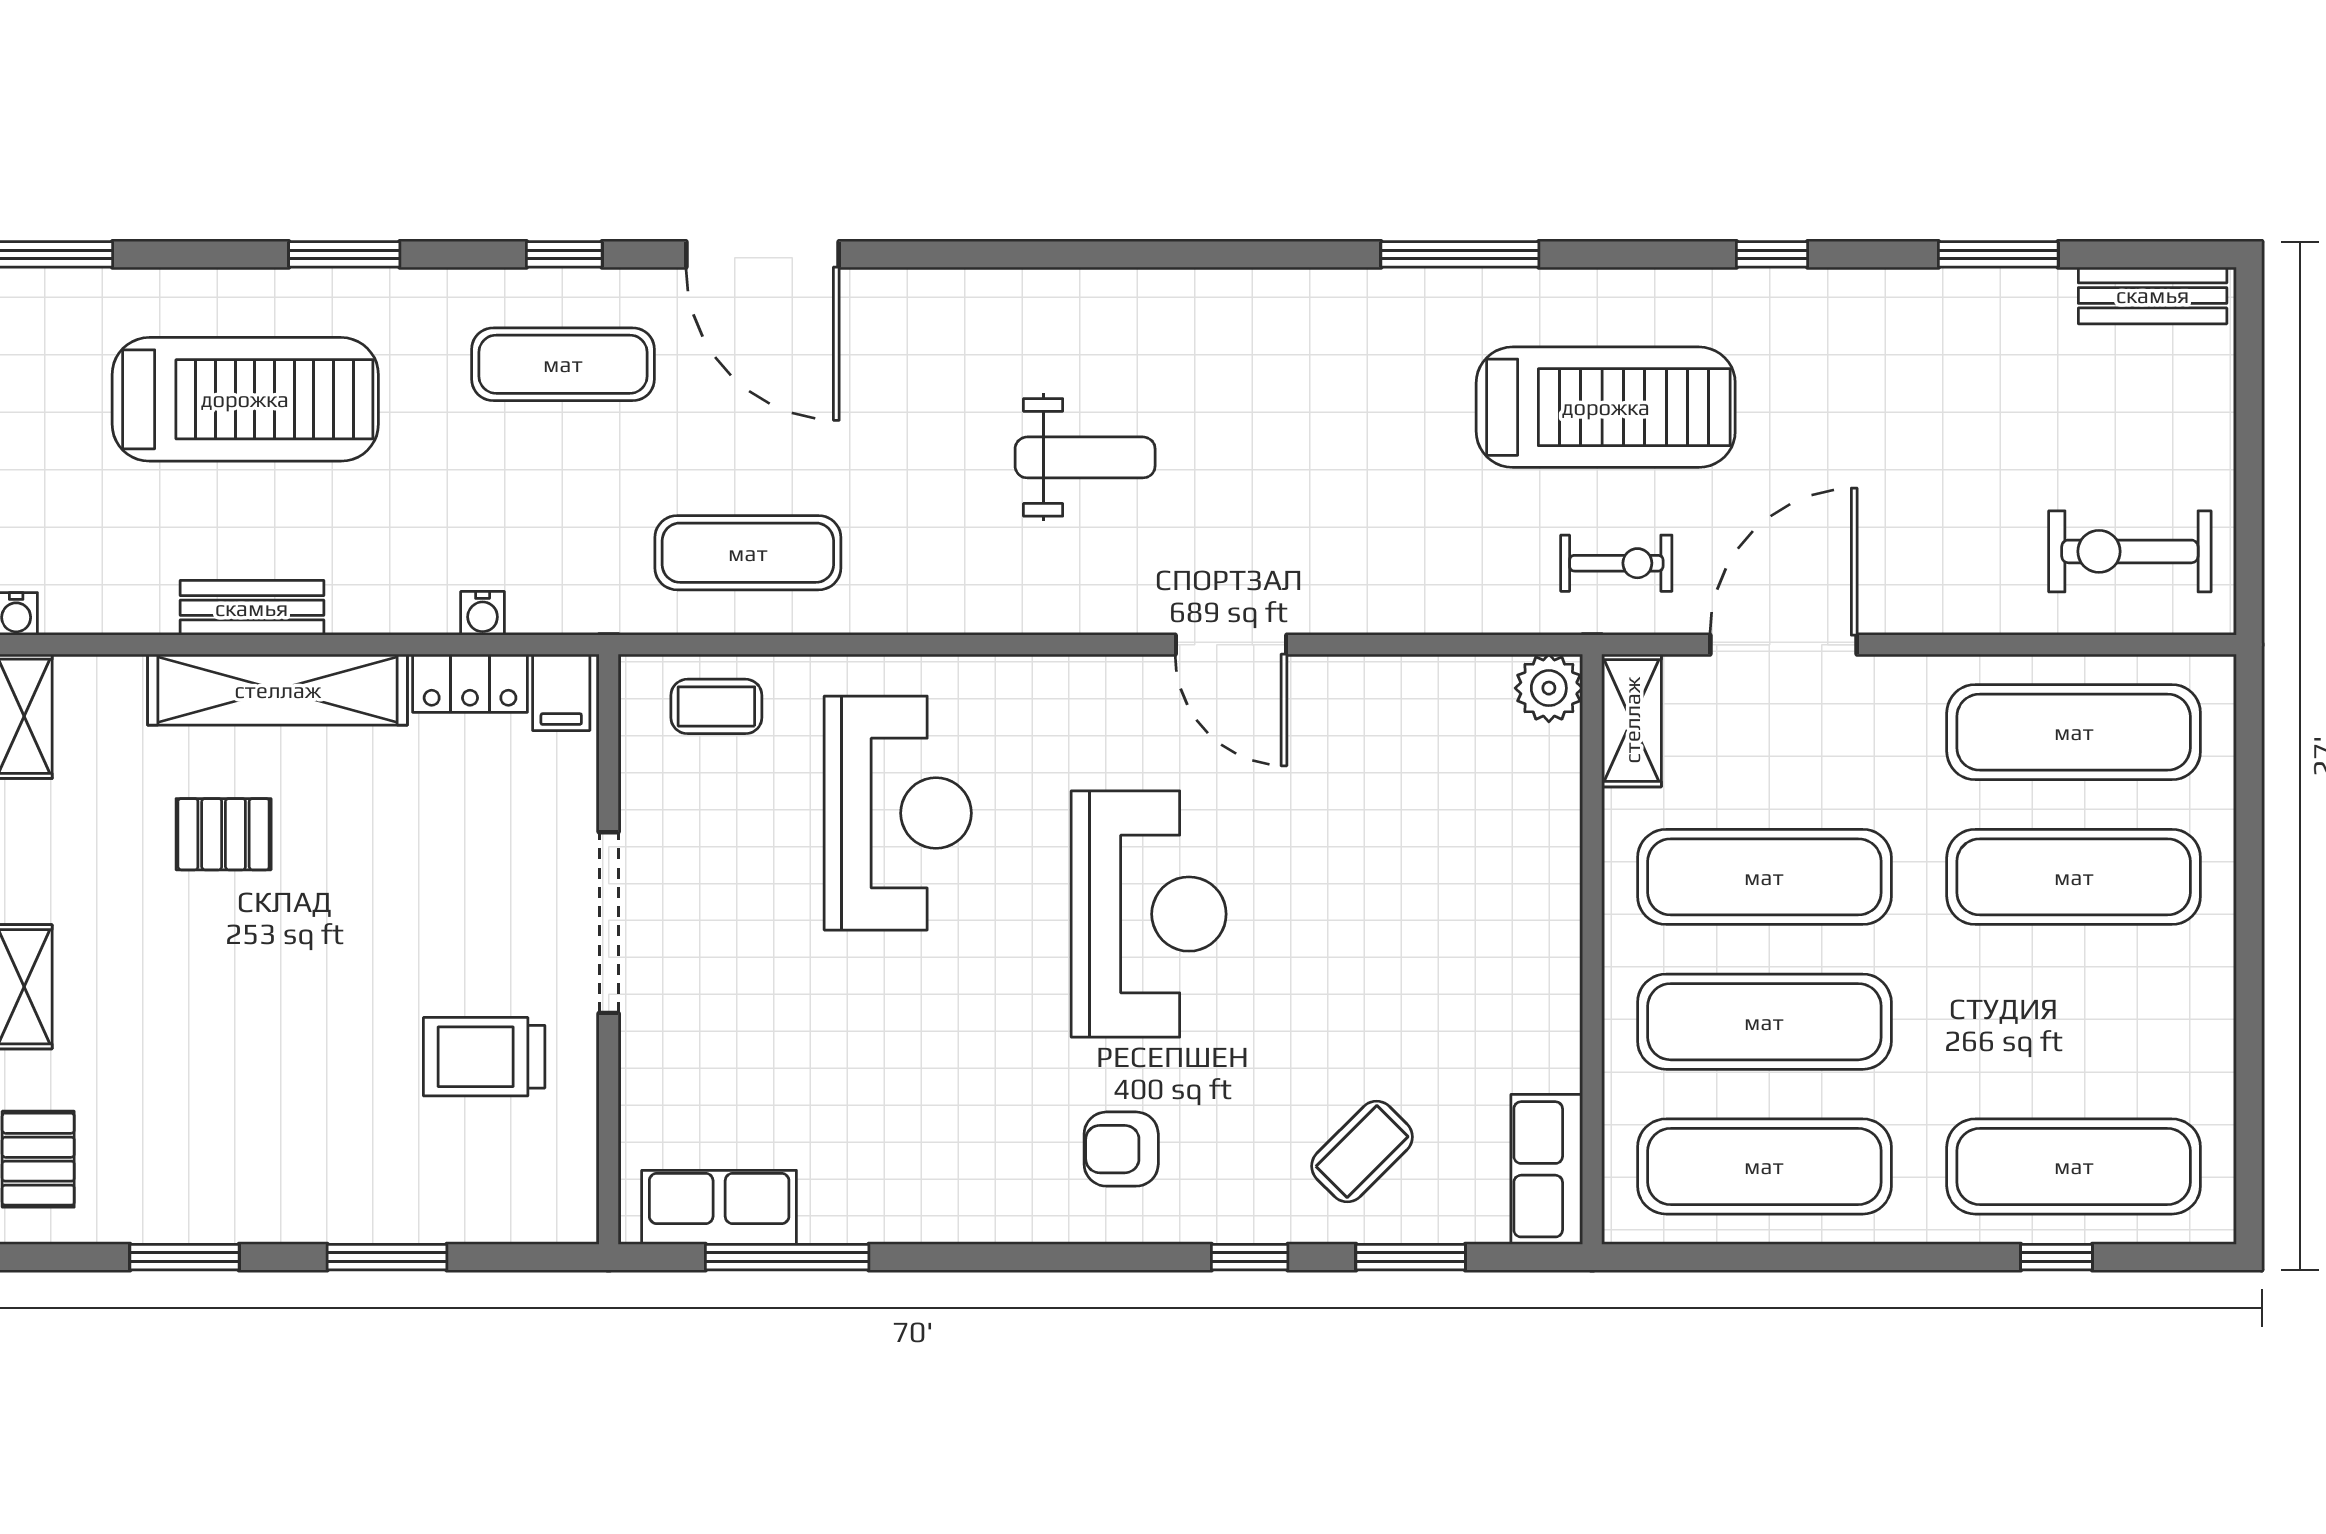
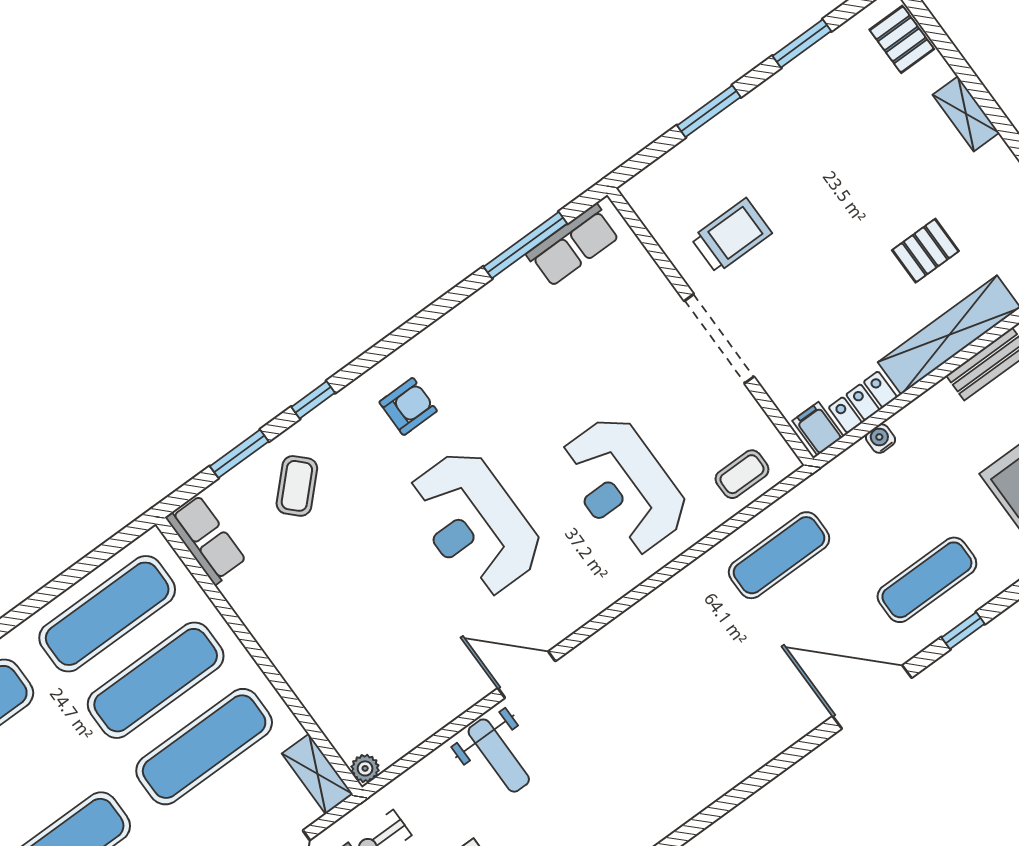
weight bench: (1085, 457) -> (499, 756), moved, turned -90
plant: (1549, 688) -> (365, 768), width x0.73, depth x0.73

